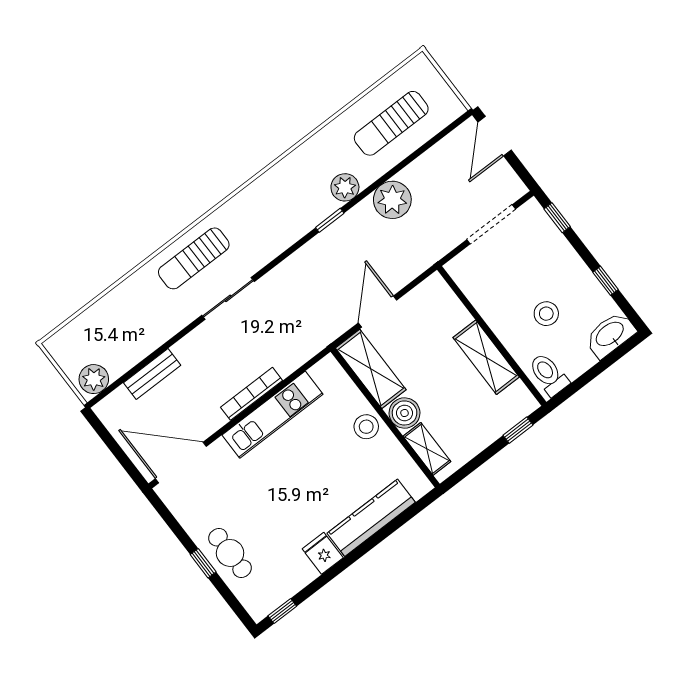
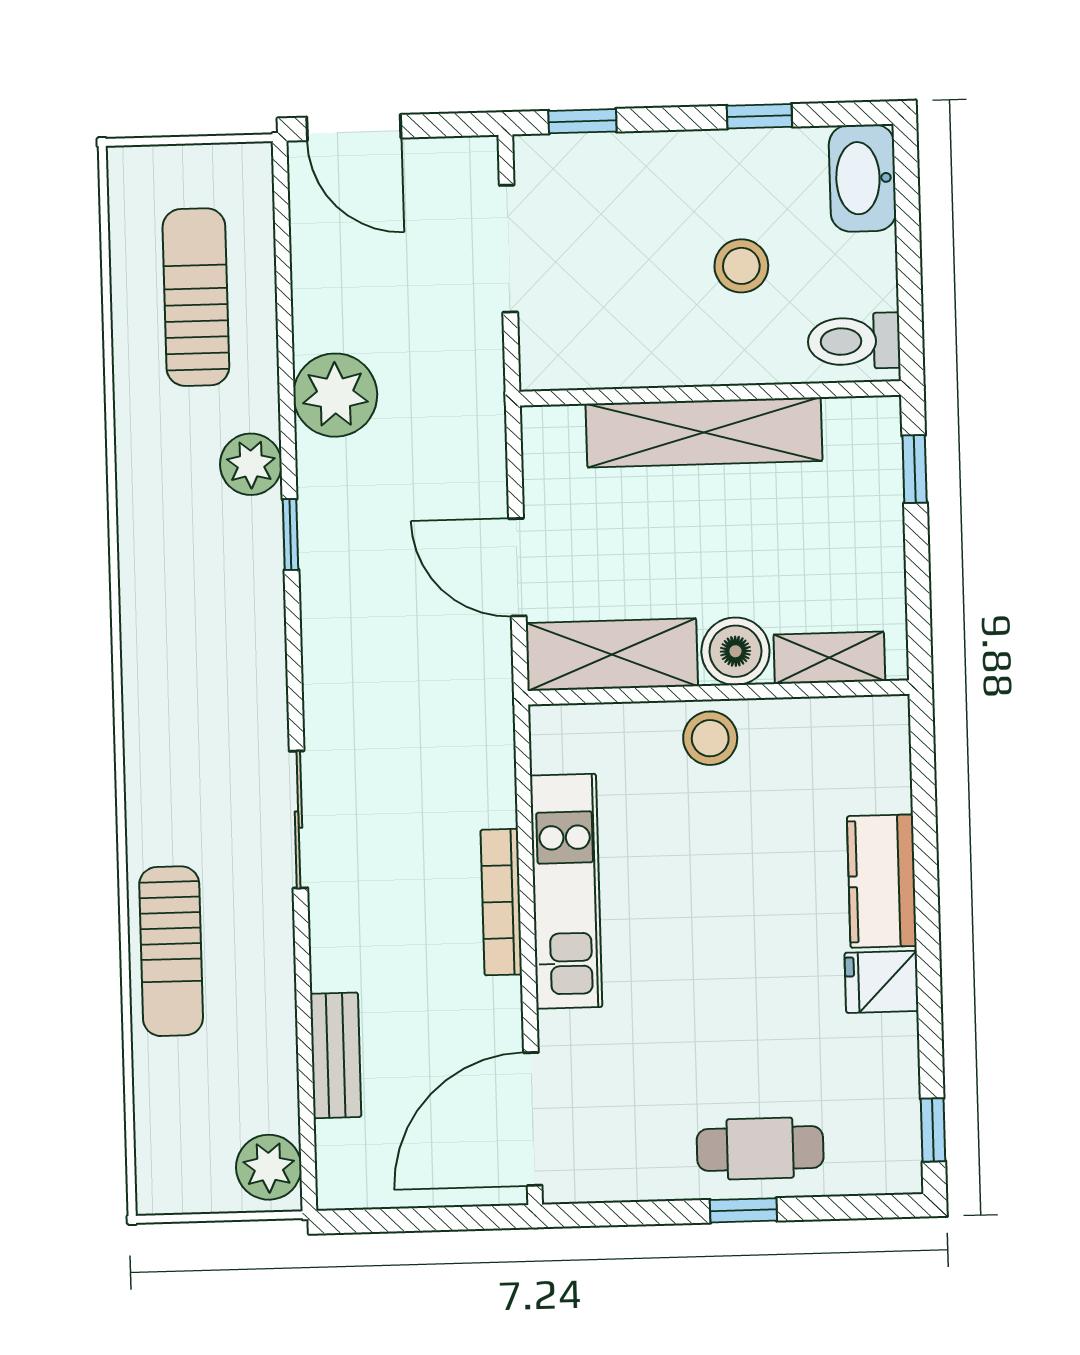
sun lounger: (391, 123) -> (196, 297), turned 180
sun lounger: (194, 258) -> (171, 951), moved
shelving: (486, 357) -> (704, 432), width x1.47
kitchen counter: (371, 518) -> (882, 881), width x0.67

